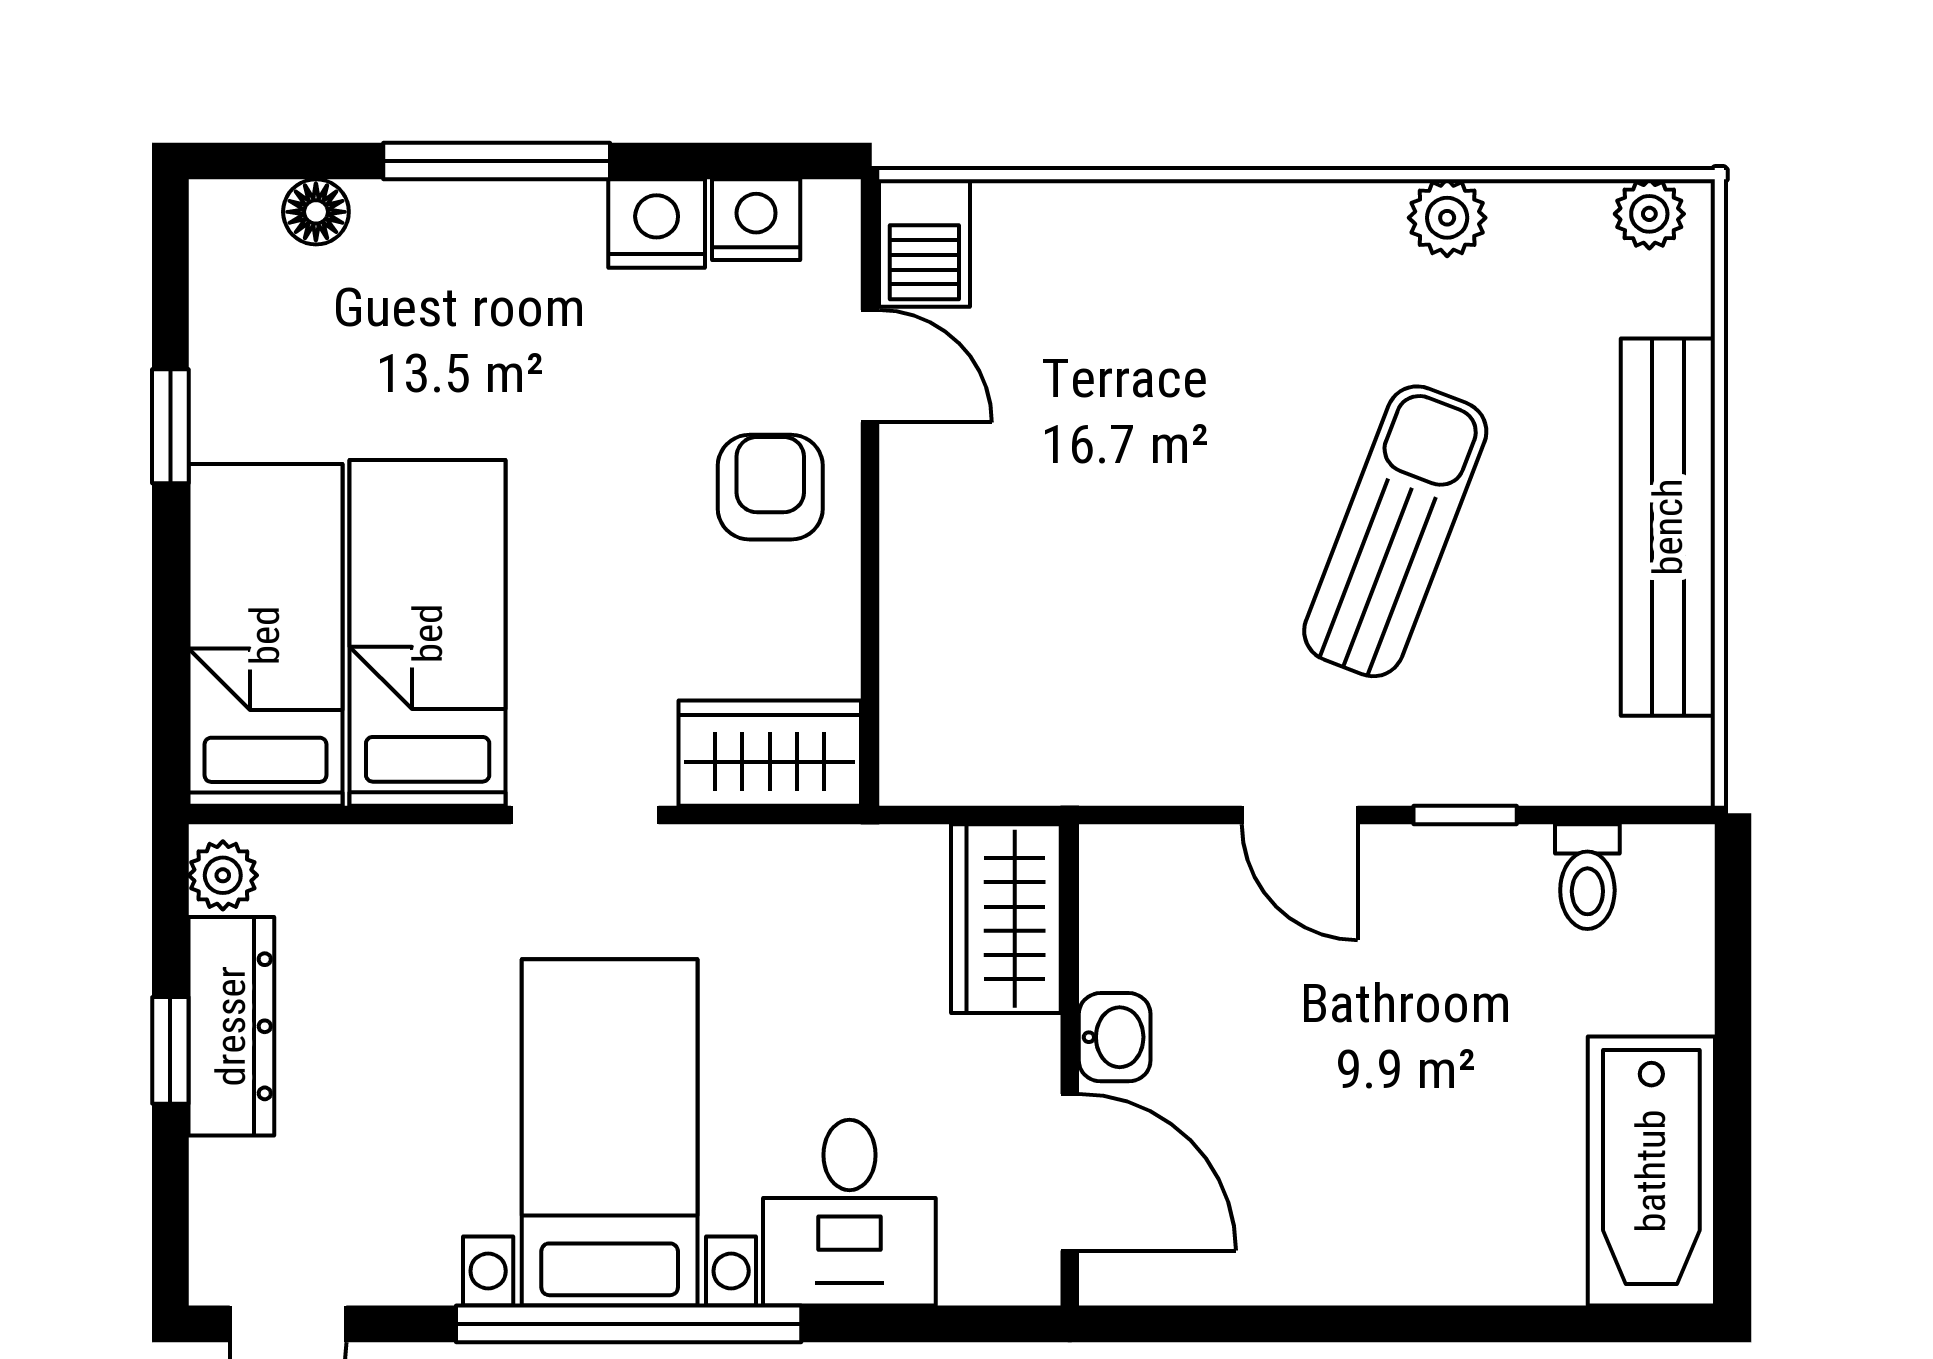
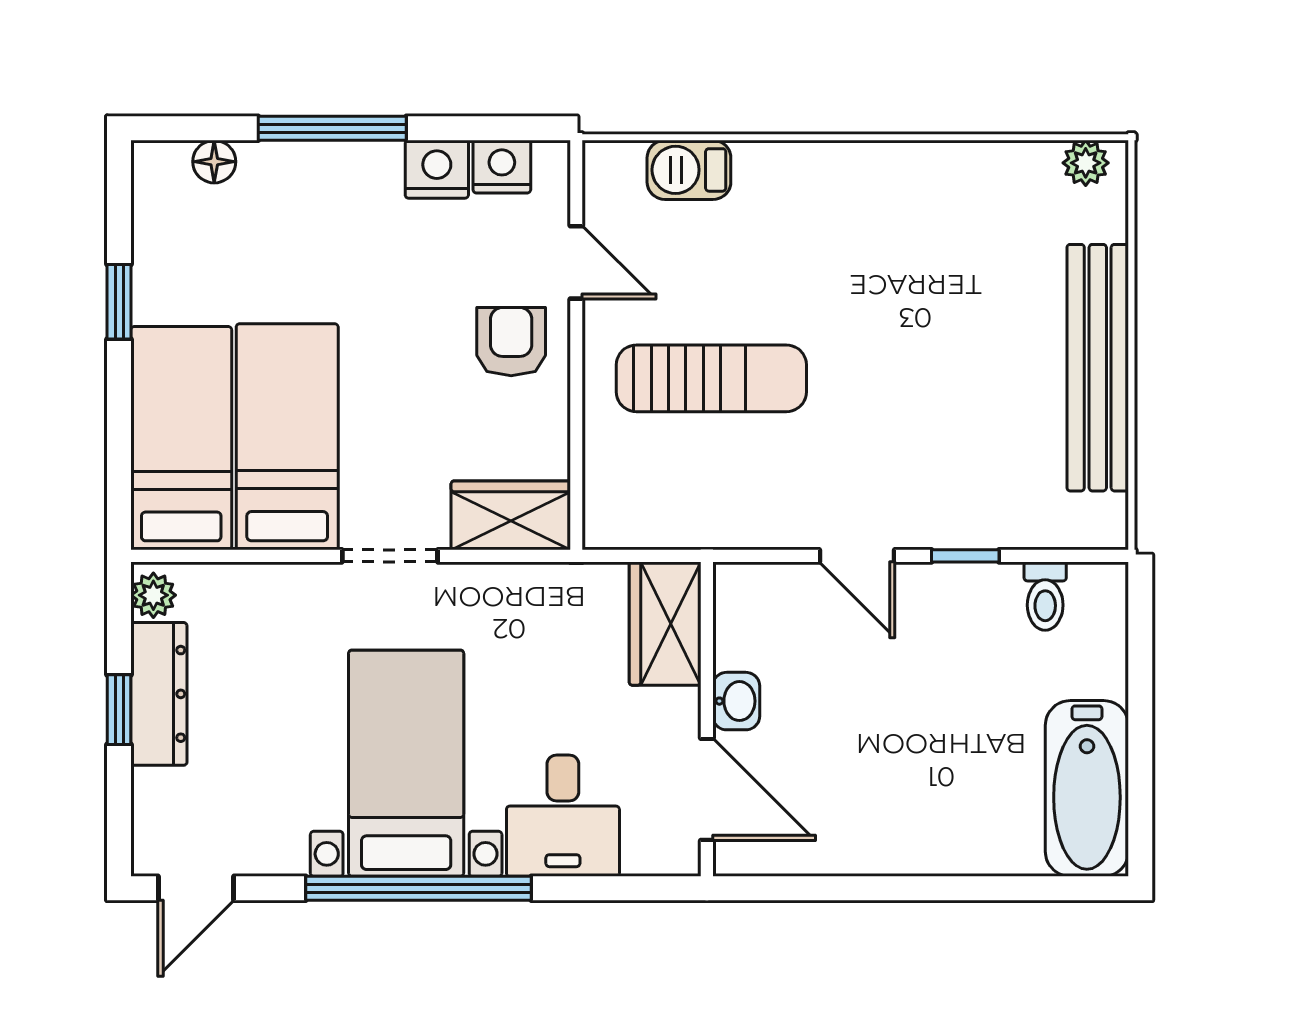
plant: (1447, 218) -> (953, 165), removed
barbecue: (924, 243) -> (689, 170), moved, turned 90
sun lounger: (1395, 531) -> (711, 378), moved, turned 69

